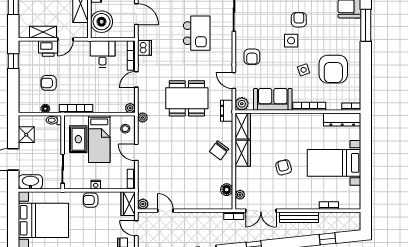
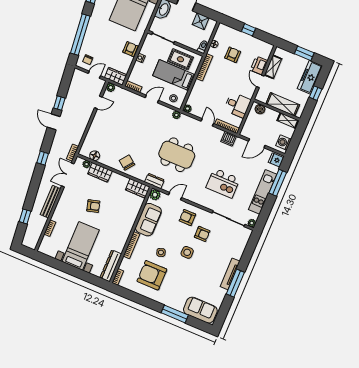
armchair: (299, 20) -> (202, 234), moved
boiler: (102, 22) -> (260, 109), width x0.54, depth x0.54
window: (13, 61) -> (249, 30), moved
dining table: (187, 98) -> (177, 155), turned 90
wardrobe: (243, 153) -> (100, 172), moved

